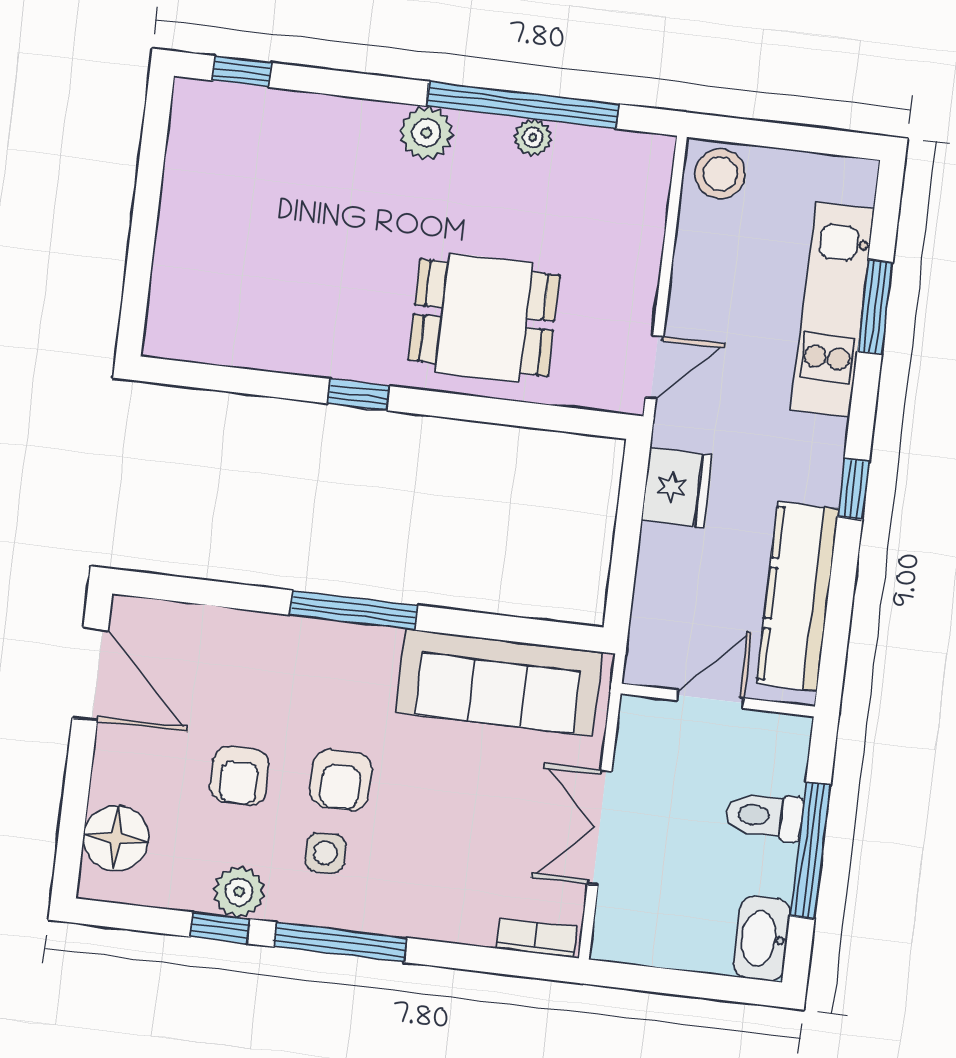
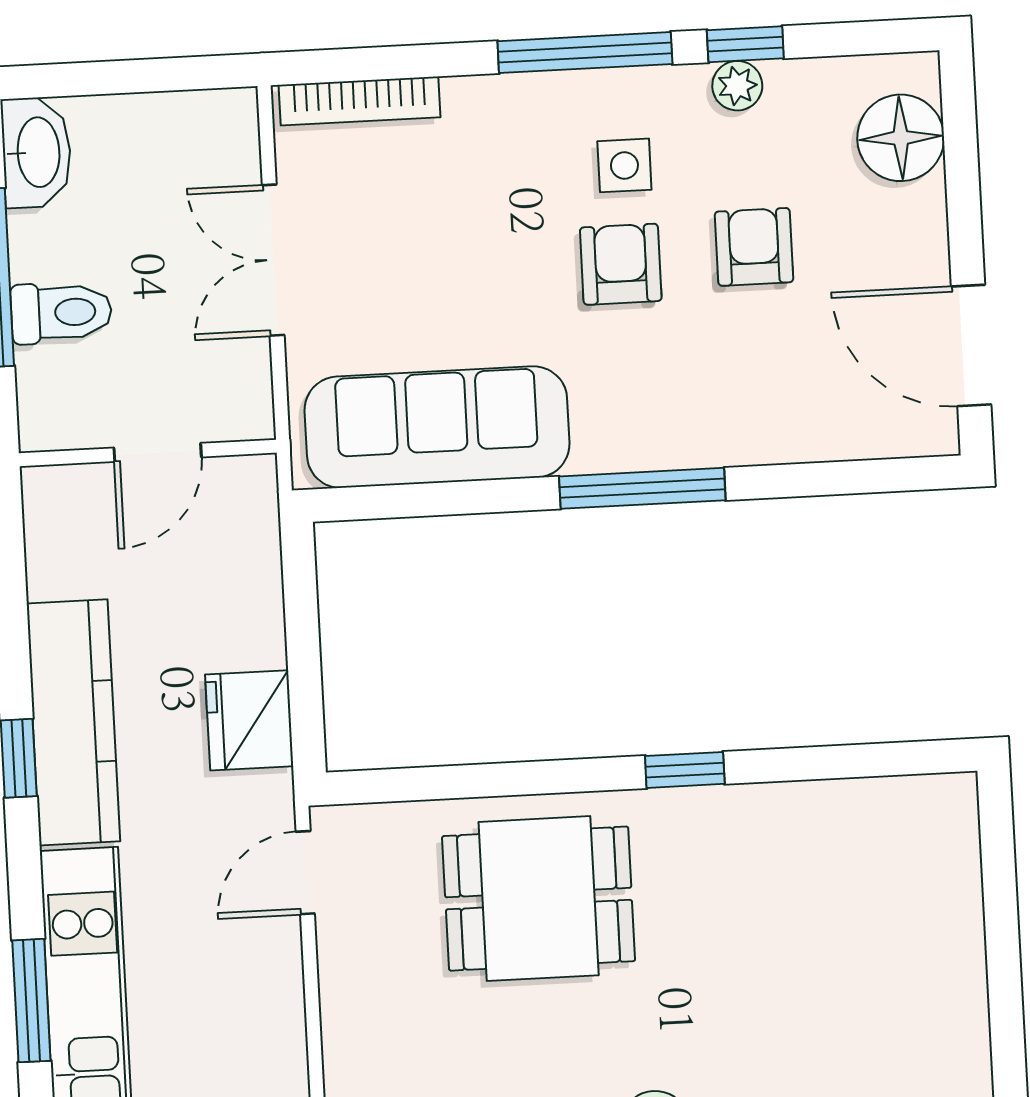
kitchen counter: (797, 596) -> (73, 722), moved
double door: (599, 828) -> (273, 260), swing flipped
plant: (239, 892) -> (737, 86), width x0.73, depth x0.73
bookcase: (536, 938) -> (360, 101), width x1.56

